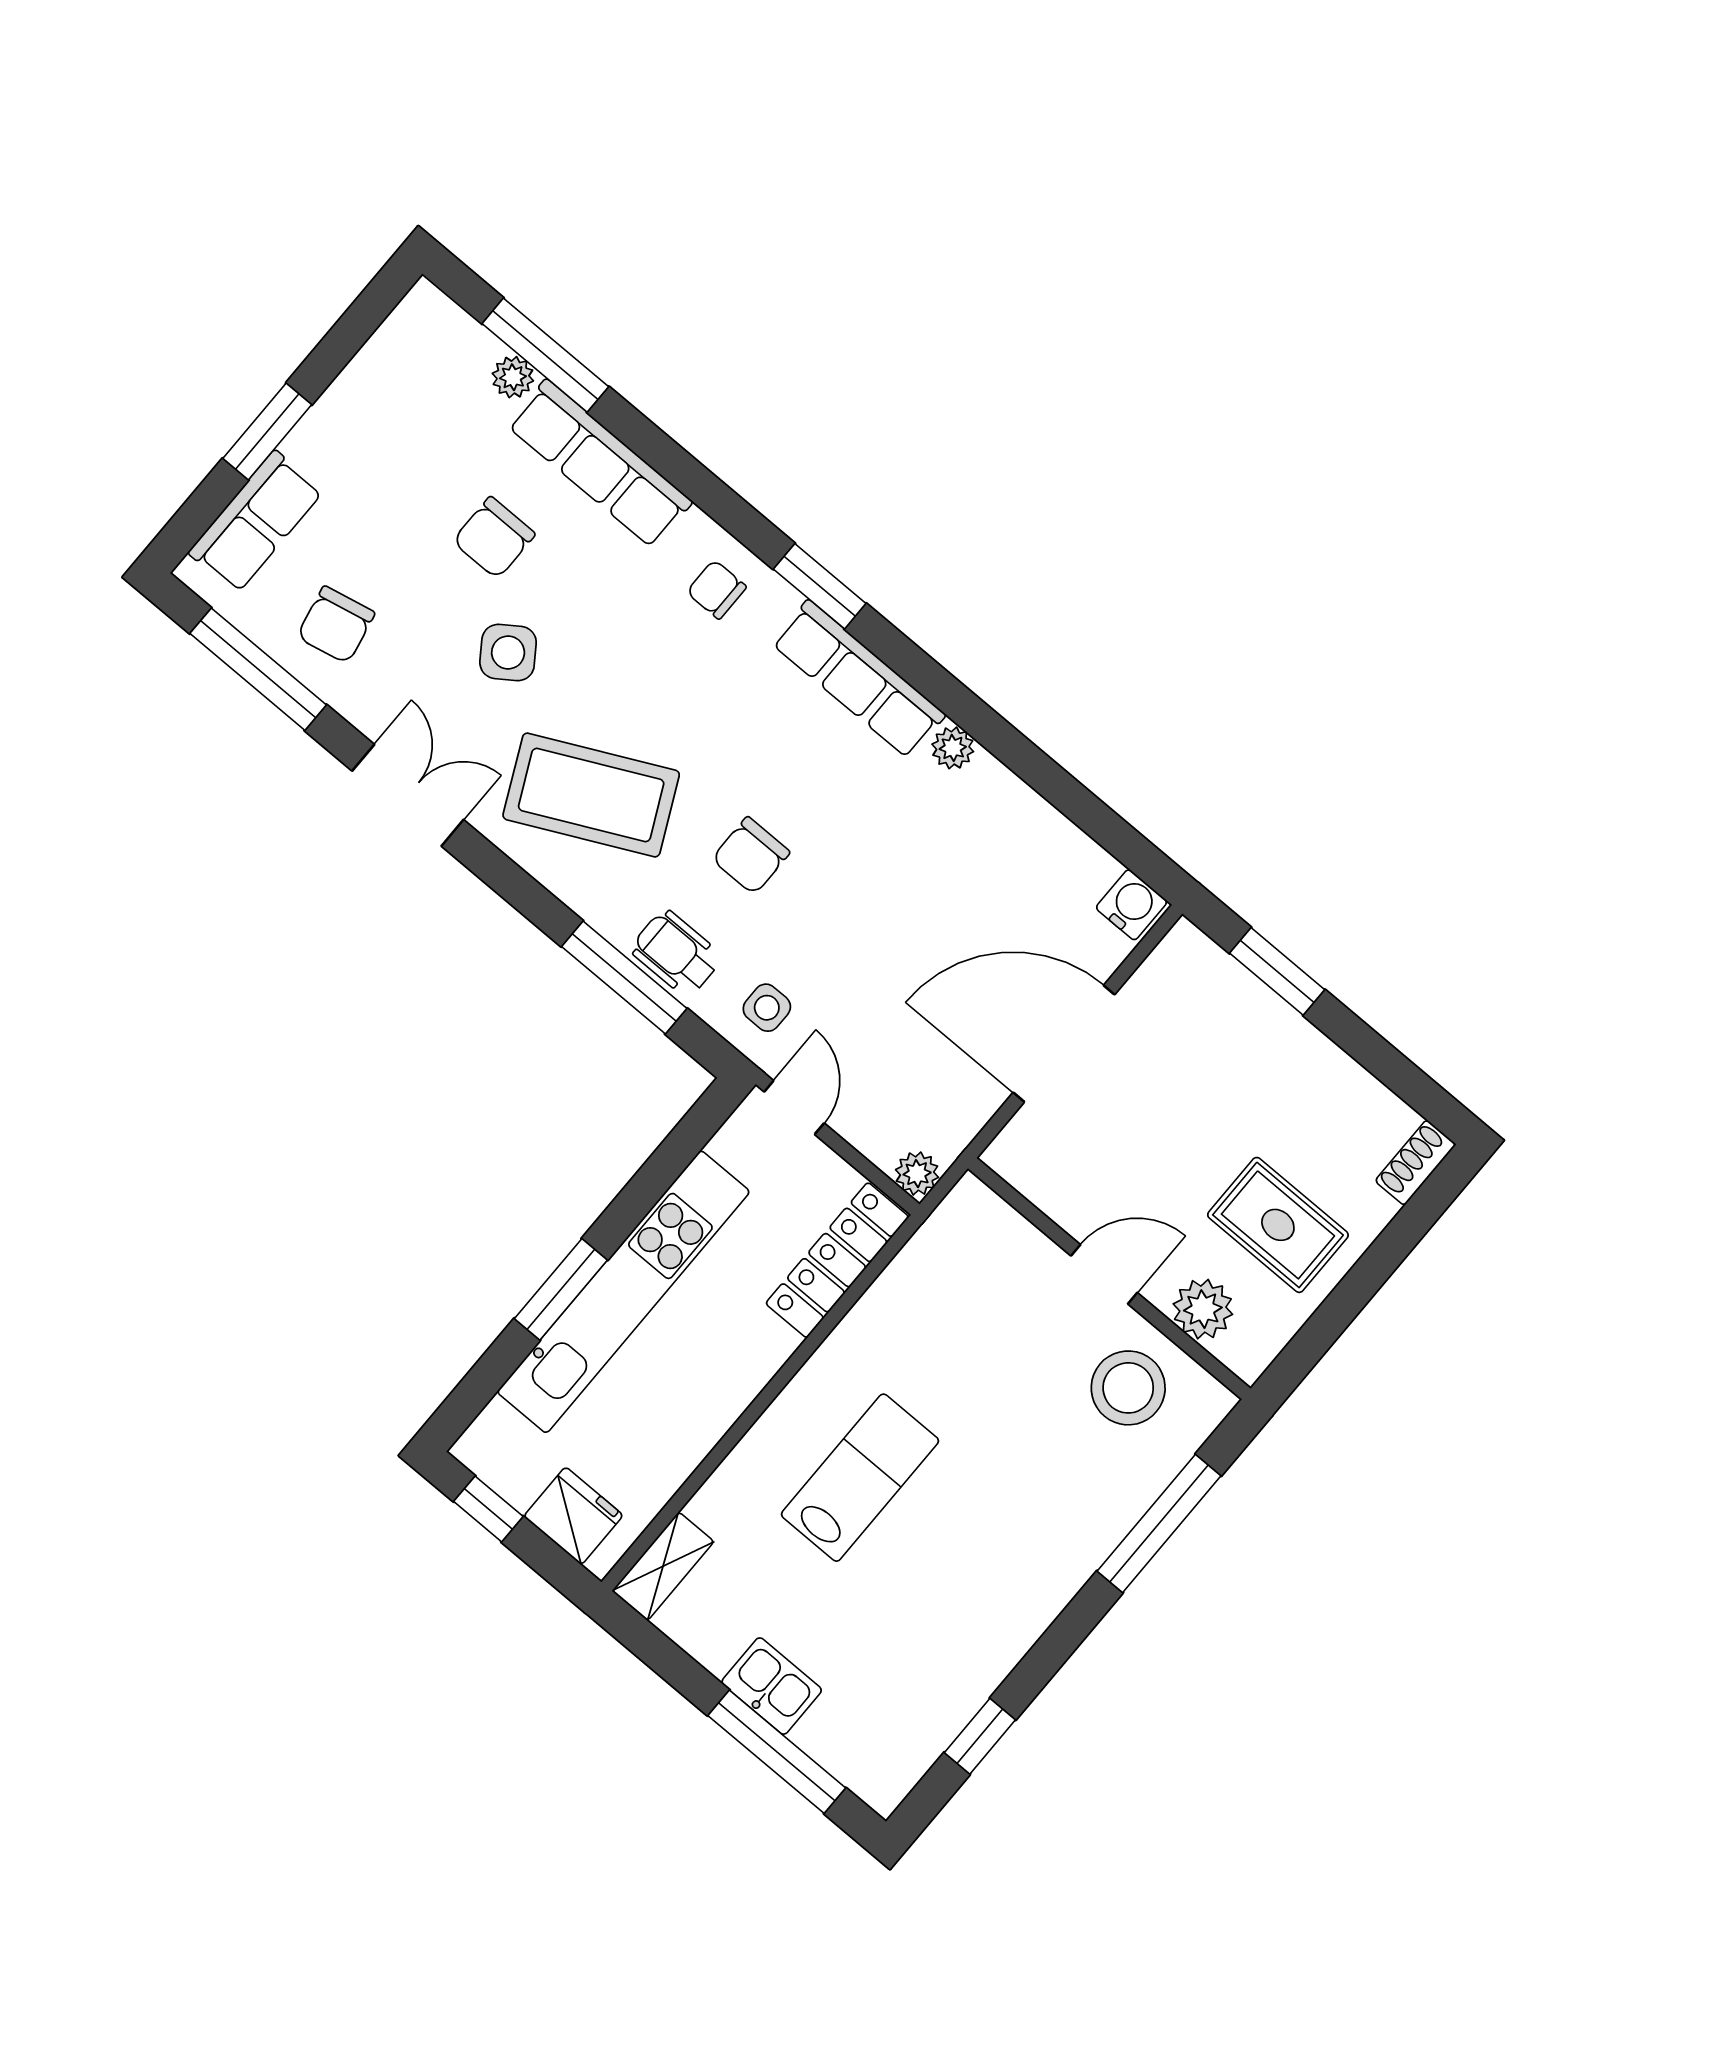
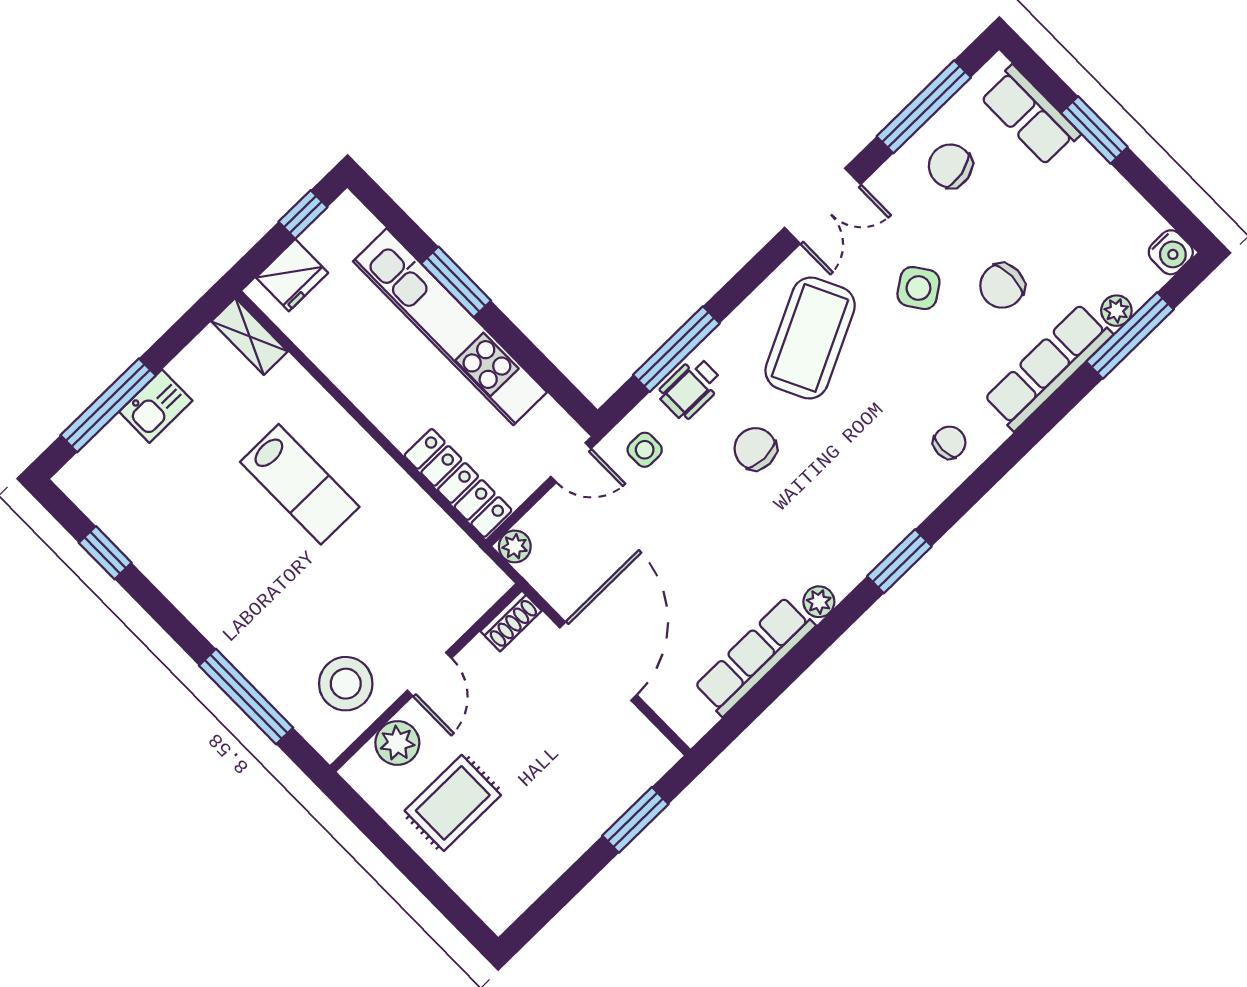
chair: (494, 538) -> (1002, 286), turned -90
window: (820, 586) -> (899, 561), moved
row of seats: (858, 679) -> (755, 657), moved
water cooler: (1132, 905) -> (1171, 252), moved
wheelchair: (676, 953) -> (690, 388), turned 180
shoe rack: (1415, 1163) -> (511, 621), moved, turned 90

